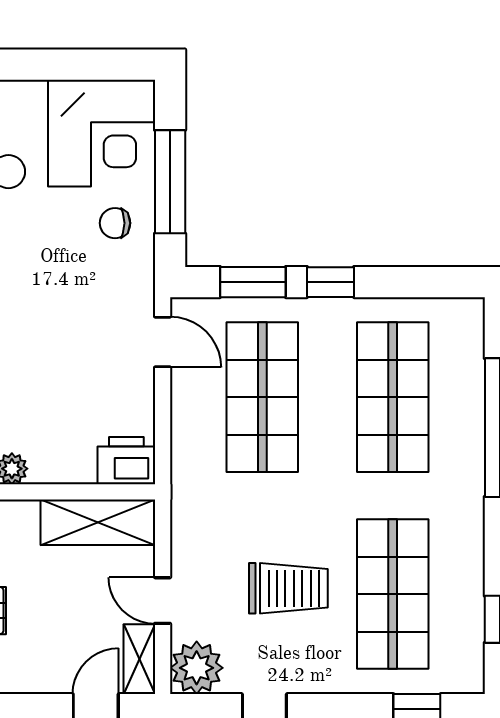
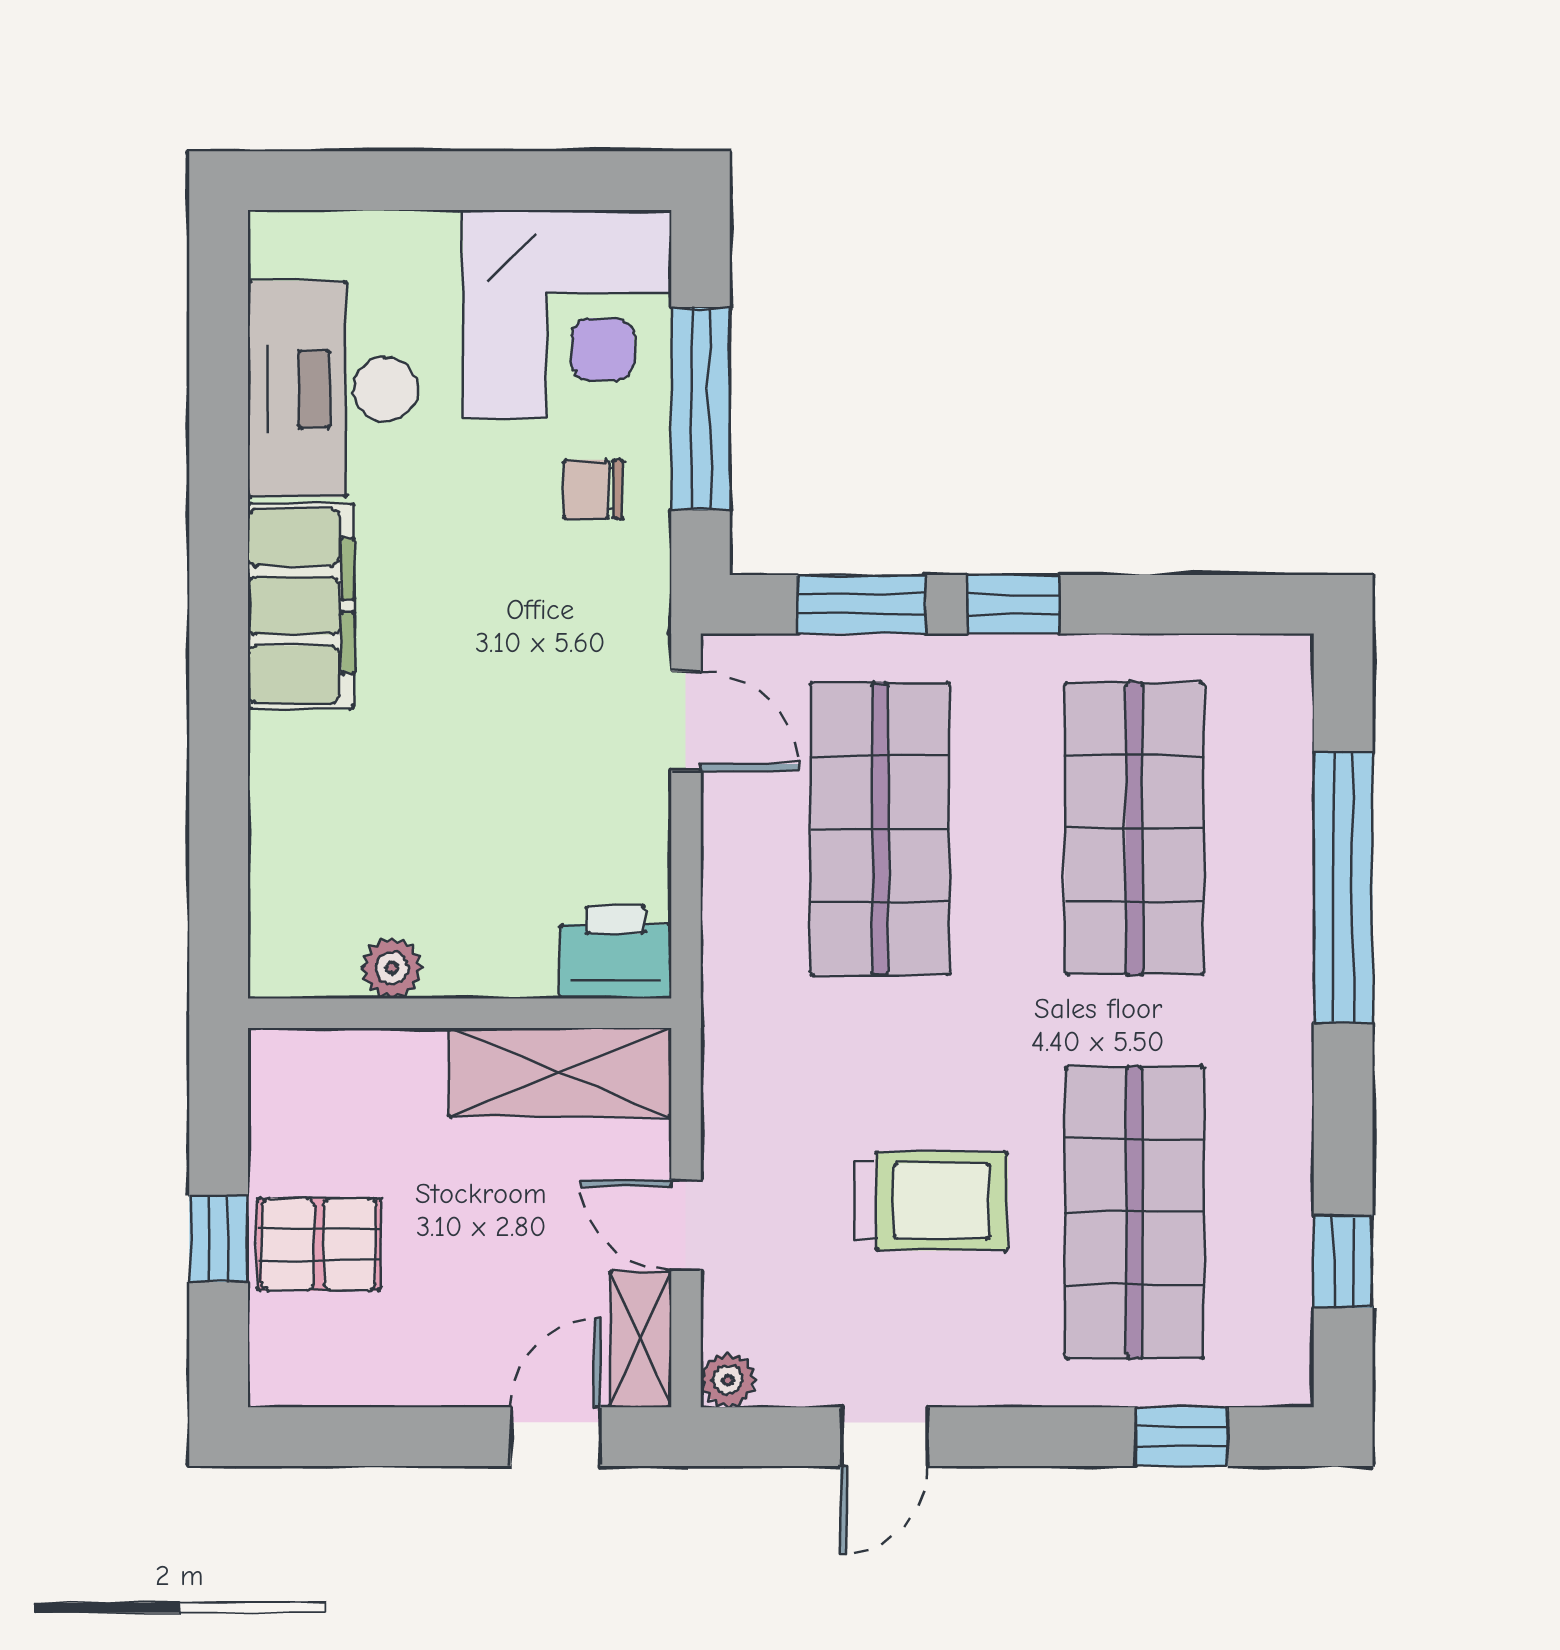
plant: (197, 668) -> (728, 1380), width x0.53, depth x0.53

